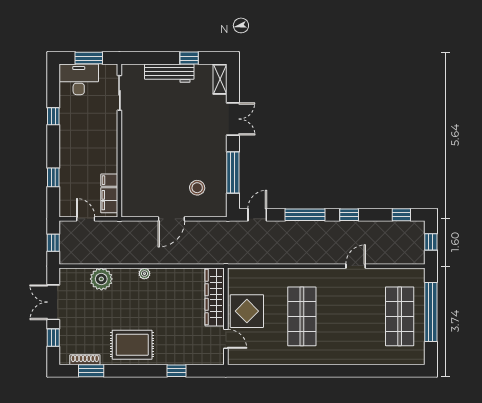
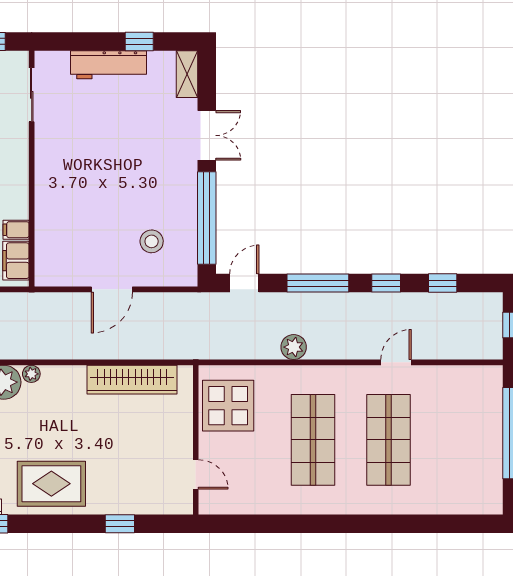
window: (233, 173) -> (207, 218), width x1.46
window: (401, 215) -> (443, 283), moved
plant: (289, 256) -> (294, 347), added
plant: (144, 274) -> (31, 374), moved
wardrobe: (215, 297) -> (132, 380), moved, turned -90
display table: (247, 311) -> (228, 406), moved
shop shelf: (400, 316) -> (388, 440), moved

